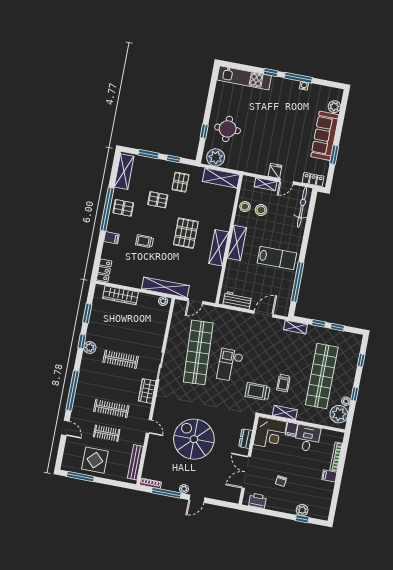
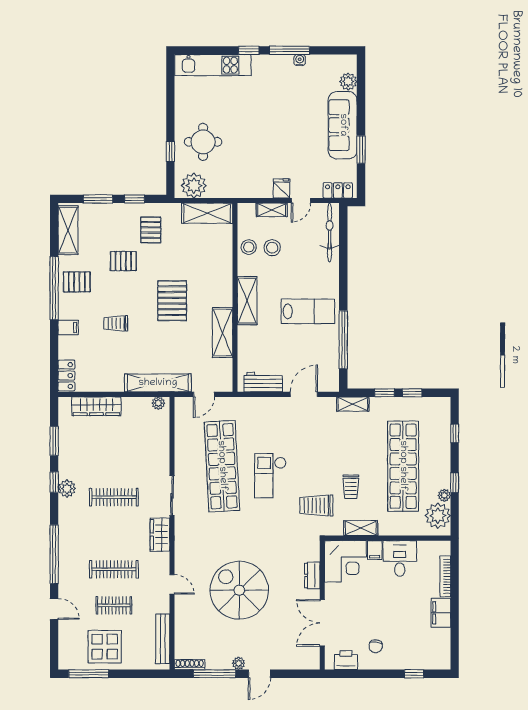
shelving: (219, 248) -> (223, 332), moved
filing cabinet: (329, 476) -> (441, 613), width x2.00
chair: (281, 481) -> (376, 646), moved
plant: (302, 510) -> (412, 661), removed

